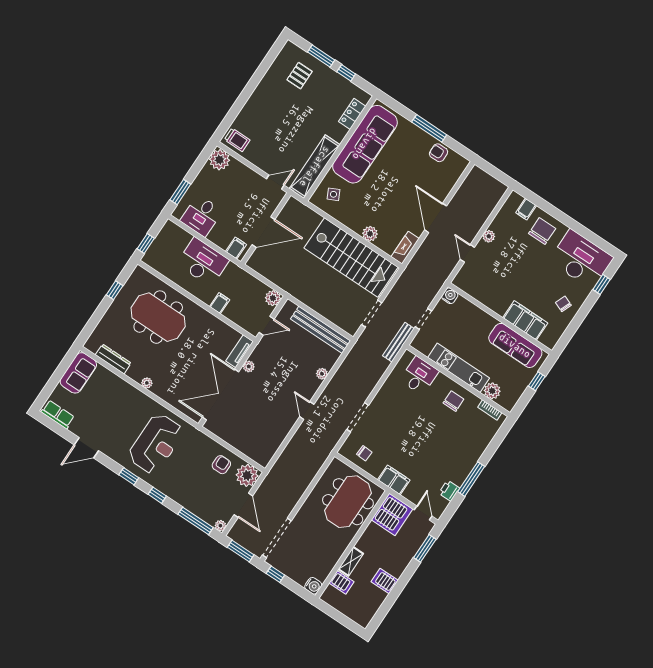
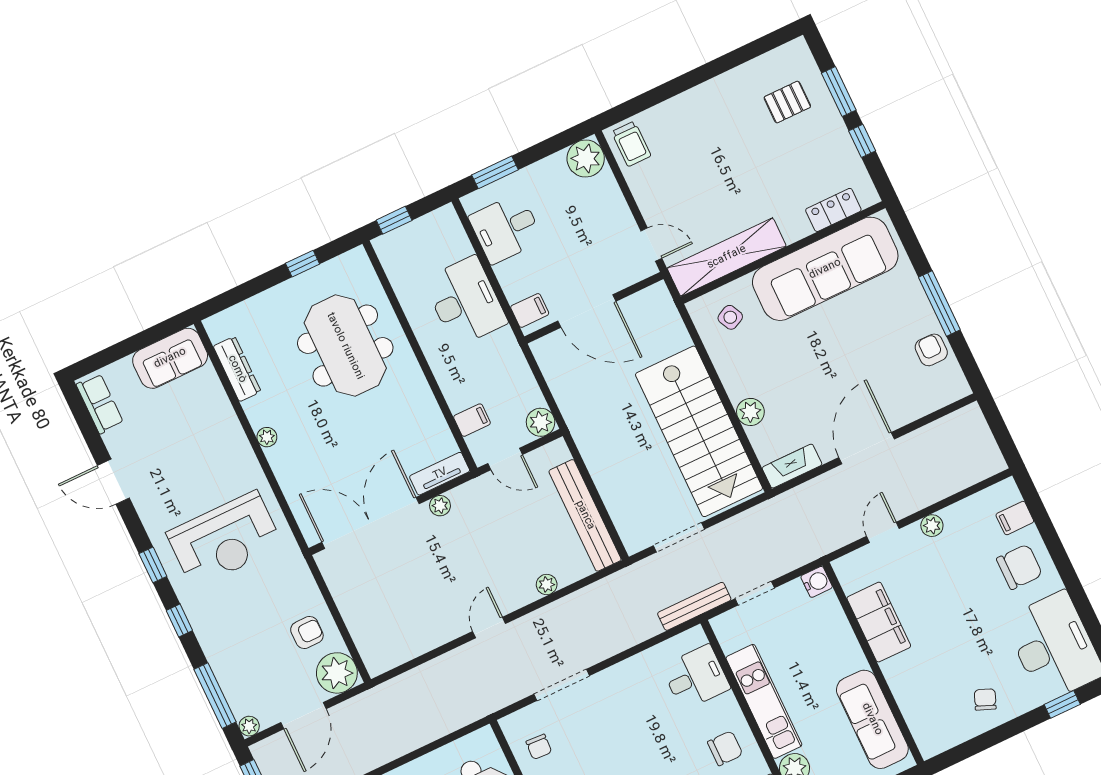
filing cabinet: (220, 303) -> (472, 420), moved
filing cabinet: (525, 320) -> (879, 622), moved

